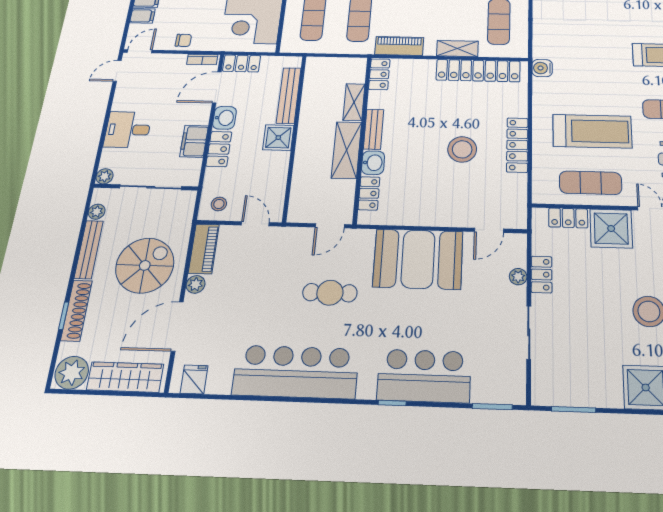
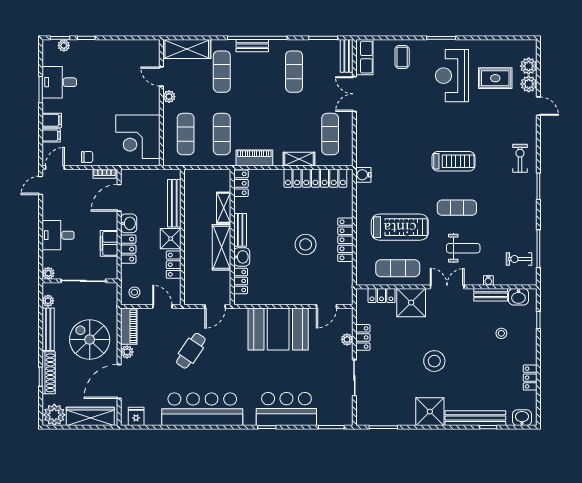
locker: (242, 63) -> (174, 265), moved, turned 90
spiral stairs: (145, 265) -> (90, 340), turned -90
cafe table: (330, 293) -> (191, 351), moved, turned -56

